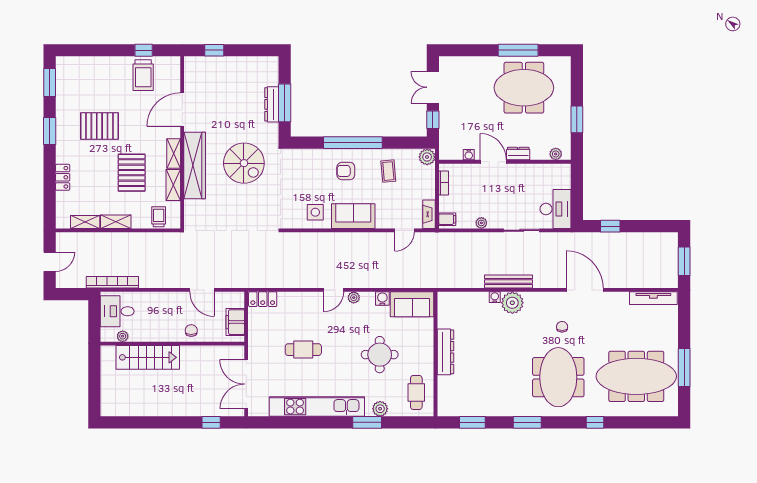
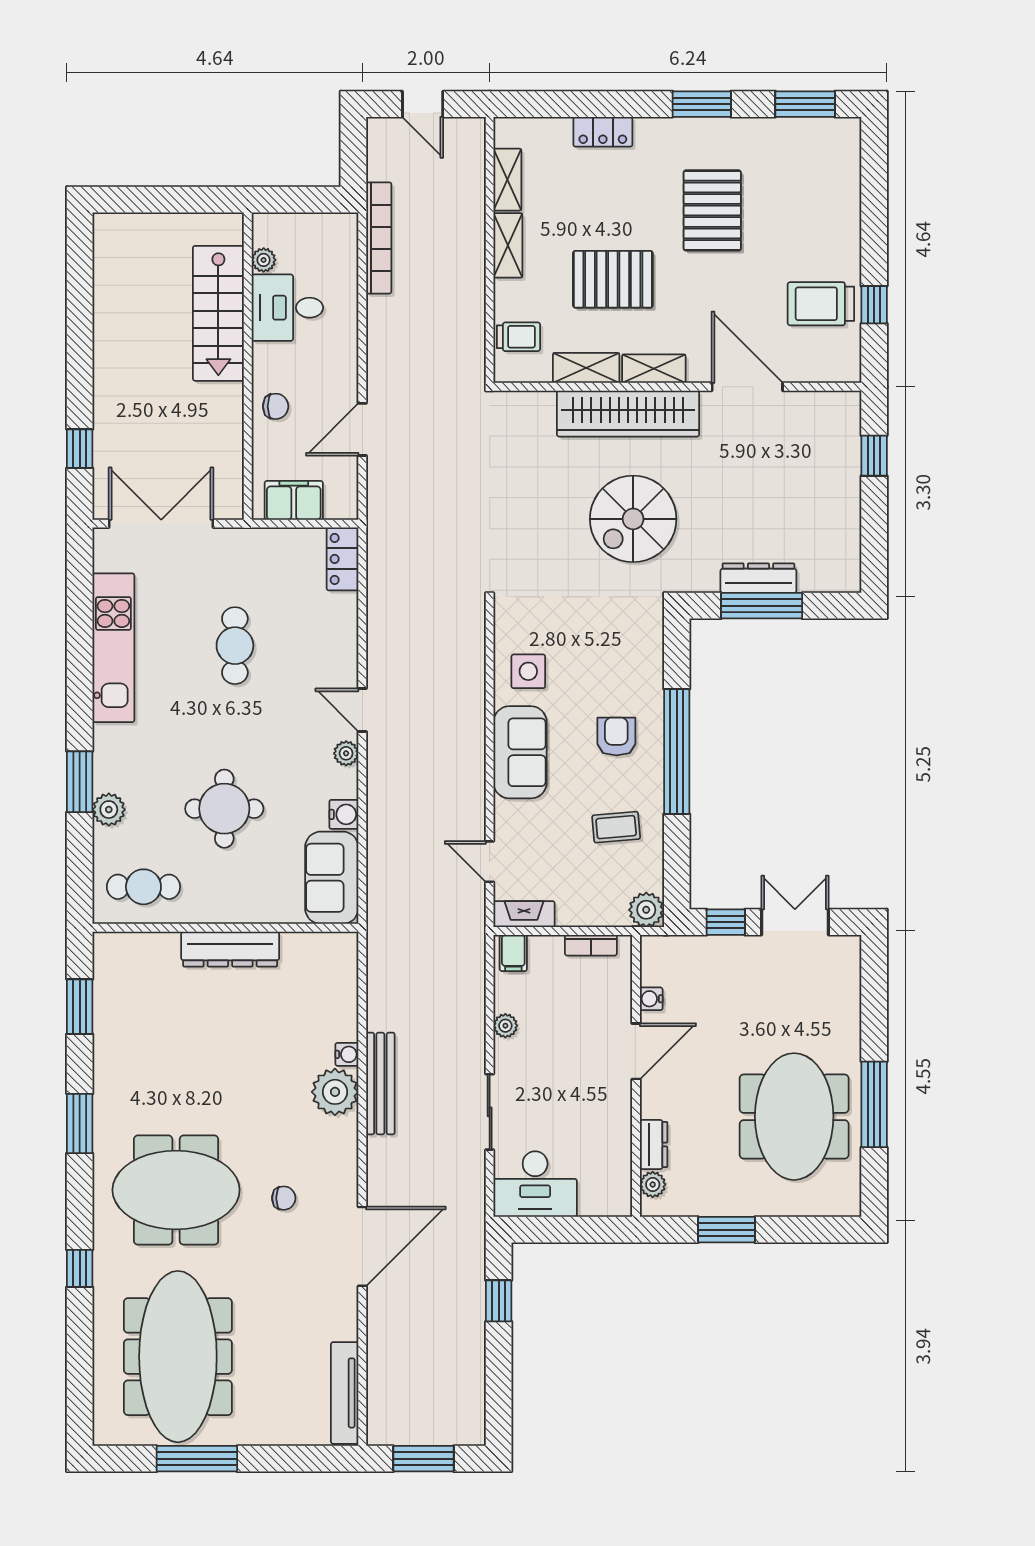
dresser: (518, 153) -> (654, 1145), moved
desk: (117, 311) -> (287, 308), moved, turned -90
kitchen unit: (317, 407) -> (113, 648), width x0.73

